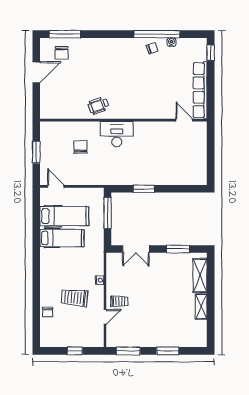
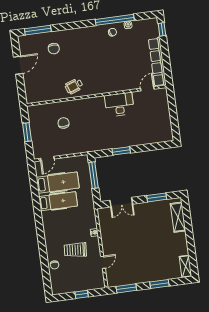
chair: (62, 53) -> (54, 49), moved
door: (184, 120) -> (147, 89), hinge flipped
desk: (117, 134) -> (119, 104), moved
door: (56, 186) -> (47, 159), swing flipped
trolley: (119, 301) -> (113, 248), removed
shelving: (201, 307) -> (185, 266), moved

